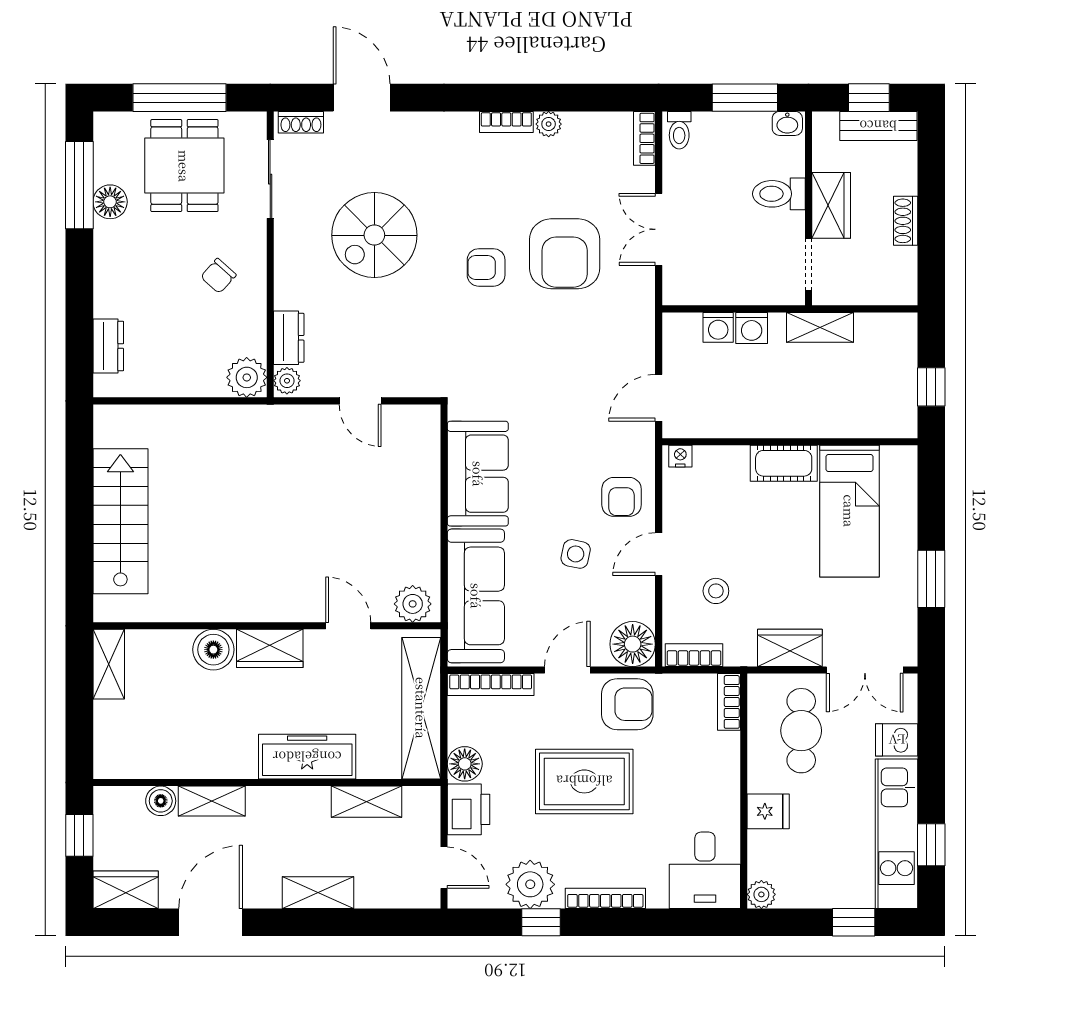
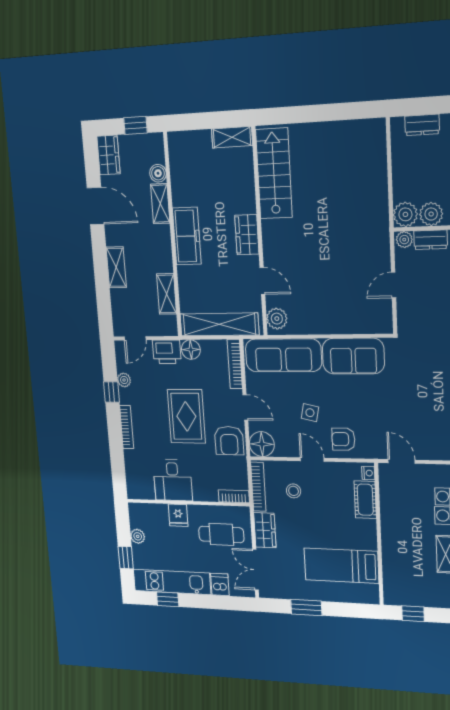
plant: (248, 336) -> (431, 214), added
cot: (784, 463) -> (365, 500), moved
stairs: (120, 521) -> (274, 173), moved, turned -90
door: (348, 626) -> (262, 281), hinge flipped
boiler: (213, 650) -> (244, 201), removed
bookcase: (694, 655) -> (258, 487), width x1.56
freezer: (307, 757) -> (187, 236), moved
desk: (705, 870) -> (173, 480), moved, turned -90
plant: (530, 884) -> (124, 380), width x0.53, depth x0.53
plant: (761, 894) -> (138, 536), moved

